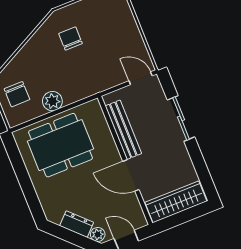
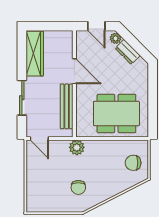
chair: (17, 94) -> (133, 163), turned -90
plant: (52, 101) -> (77, 147), moved
wardrobe: (176, 202) -> (35, 54), moved, turned -90

